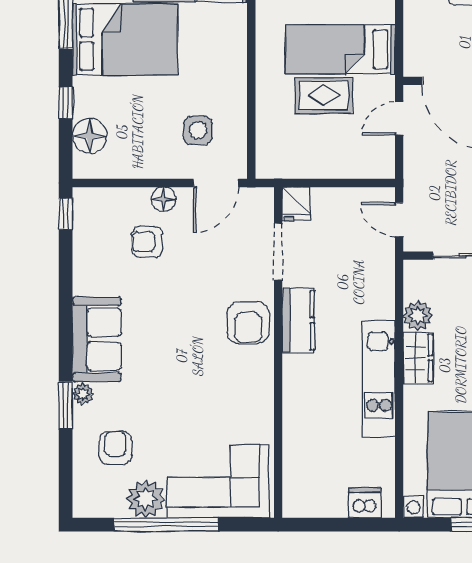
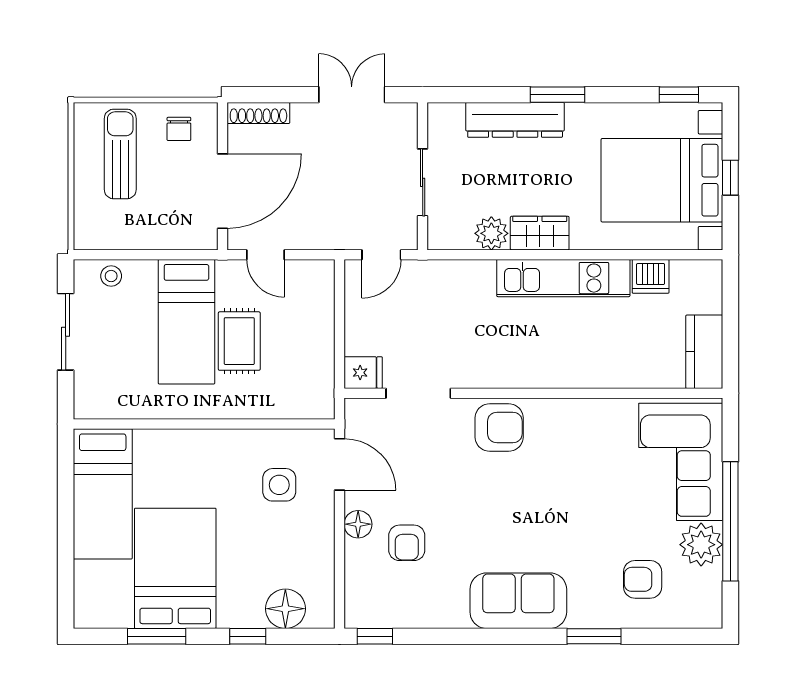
kitchen counter: (298, 320) -> (704, 352), moved, turned -90
plant: (83, 394) -> (581, 616), removed
dishwasher: (365, 503) -> (651, 276), moved, turned -90

